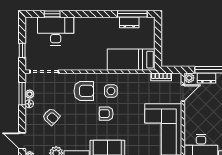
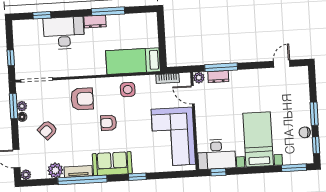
window: (132, 14) -> (108, 11), moved
dresser: (129, 22) -> (95, 22), moved
desk: (56, 31) -> (64, 33), moved
side table: (111, 91) -> (128, 90), moved
door: (183, 93) -> (193, 95), swing flipped
armchair: (51, 117) -> (47, 130), turned 96

